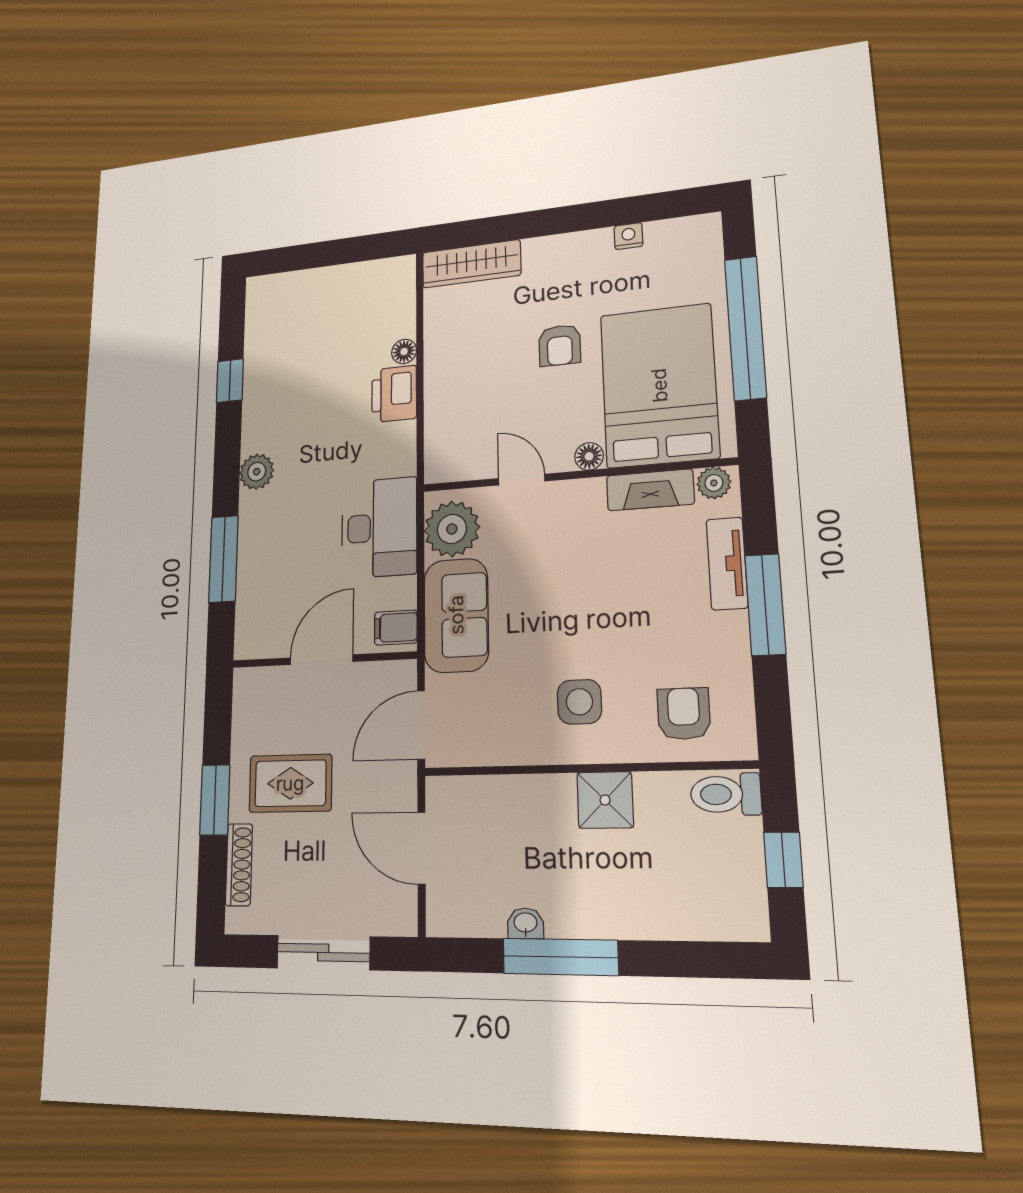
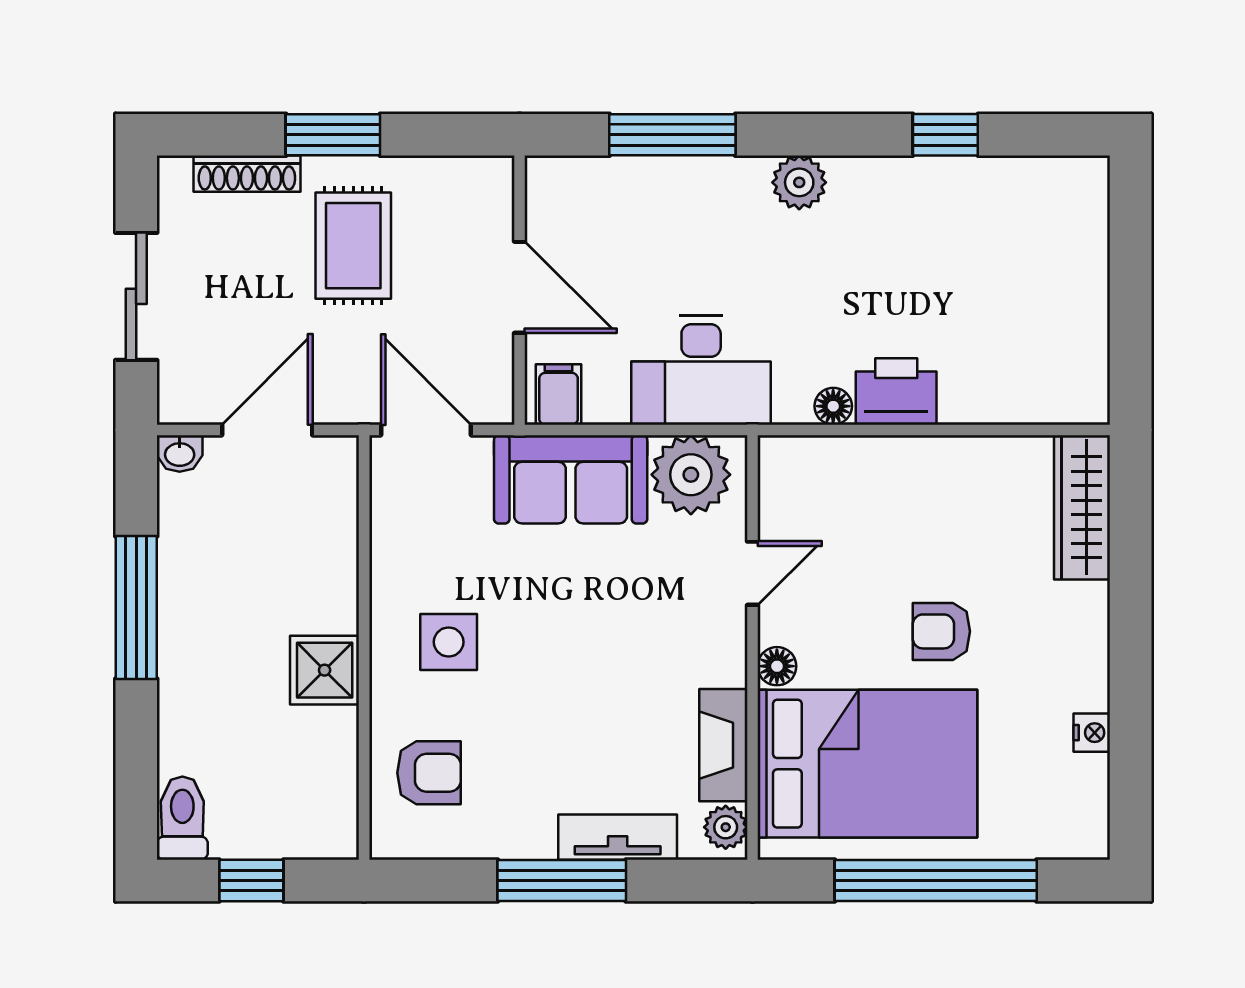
floor lamp: (404, 352) -> (833, 406), moved
toilet: (726, 794) -> (182, 818), moved
washbasin: (525, 923) -> (180, 453), moved, turned 90

